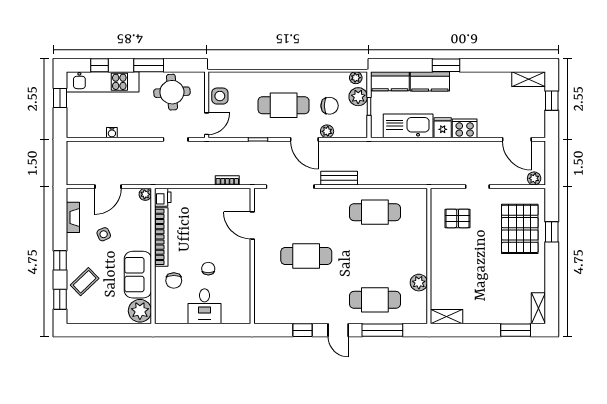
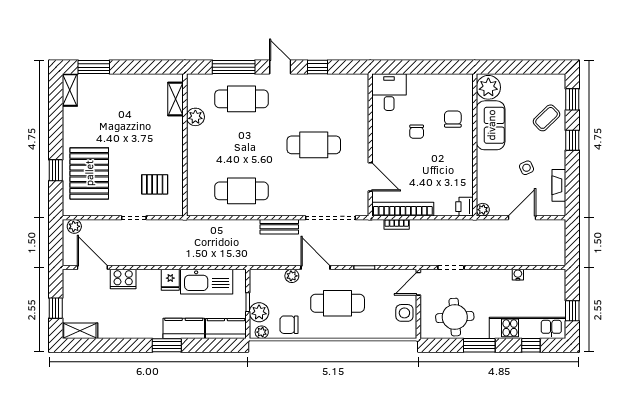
chair: (330, 106) -> (289, 325), moved
cooker: (465, 128) -> (123, 279), moved
bookcase: (161, 237) -> (403, 209), moved, turned 90
desk: (205, 306) -> (389, 92), moved
shelving: (447, 317) -> (176, 99), moved, turned 90

